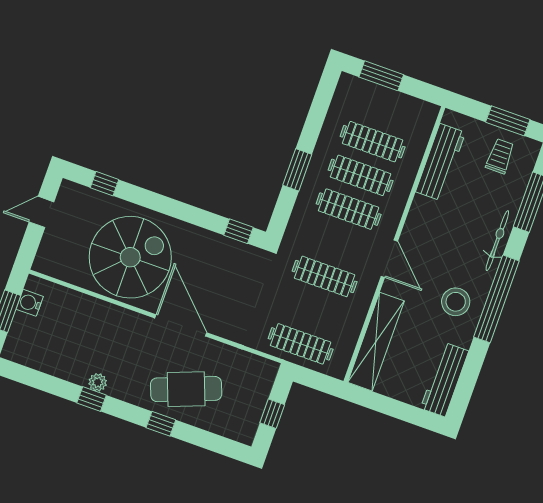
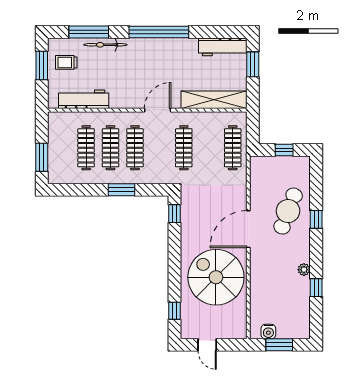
bicycle: (497, 241) -> (105, 45), moved
stool: (456, 302) -> (170, 58), removed
cafe table: (186, 389) -> (288, 211), turned 42
window: (92, 399) -> (316, 288), moved
window: (406, 412) -> (253, 64), added

